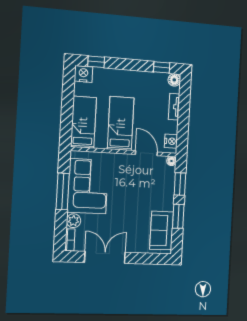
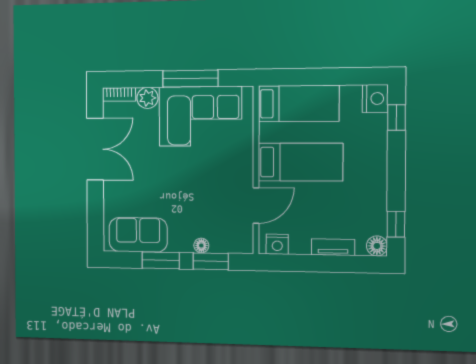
floor lamp: (171, 161) -> (201, 246), moved

